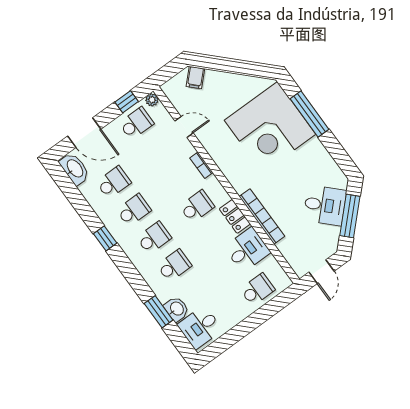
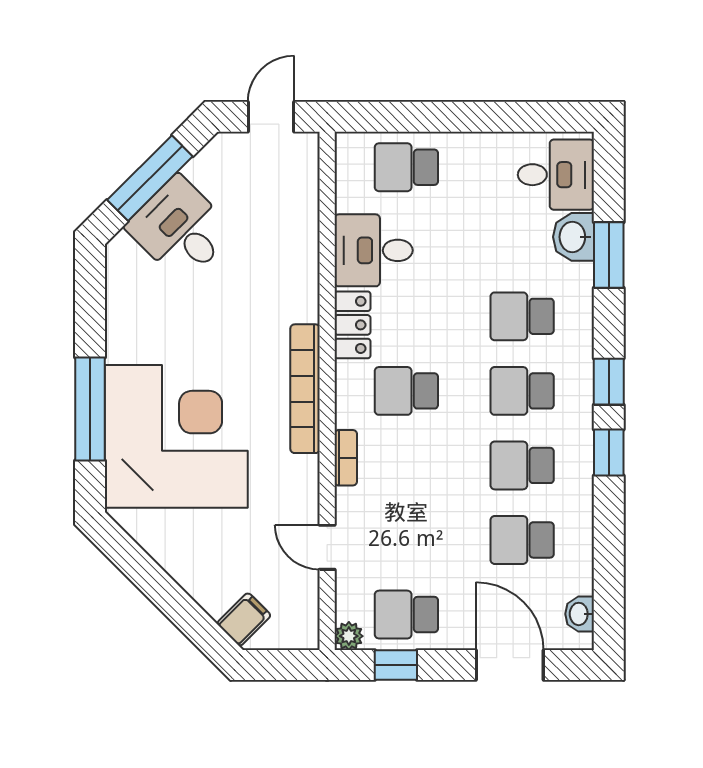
washbasin: (75, 169) -> (580, 614), width x0.52, depth x0.69
bookcase: (262, 216) -> (305, 389), moved
window: (124, 265) -> (609, 382), added

